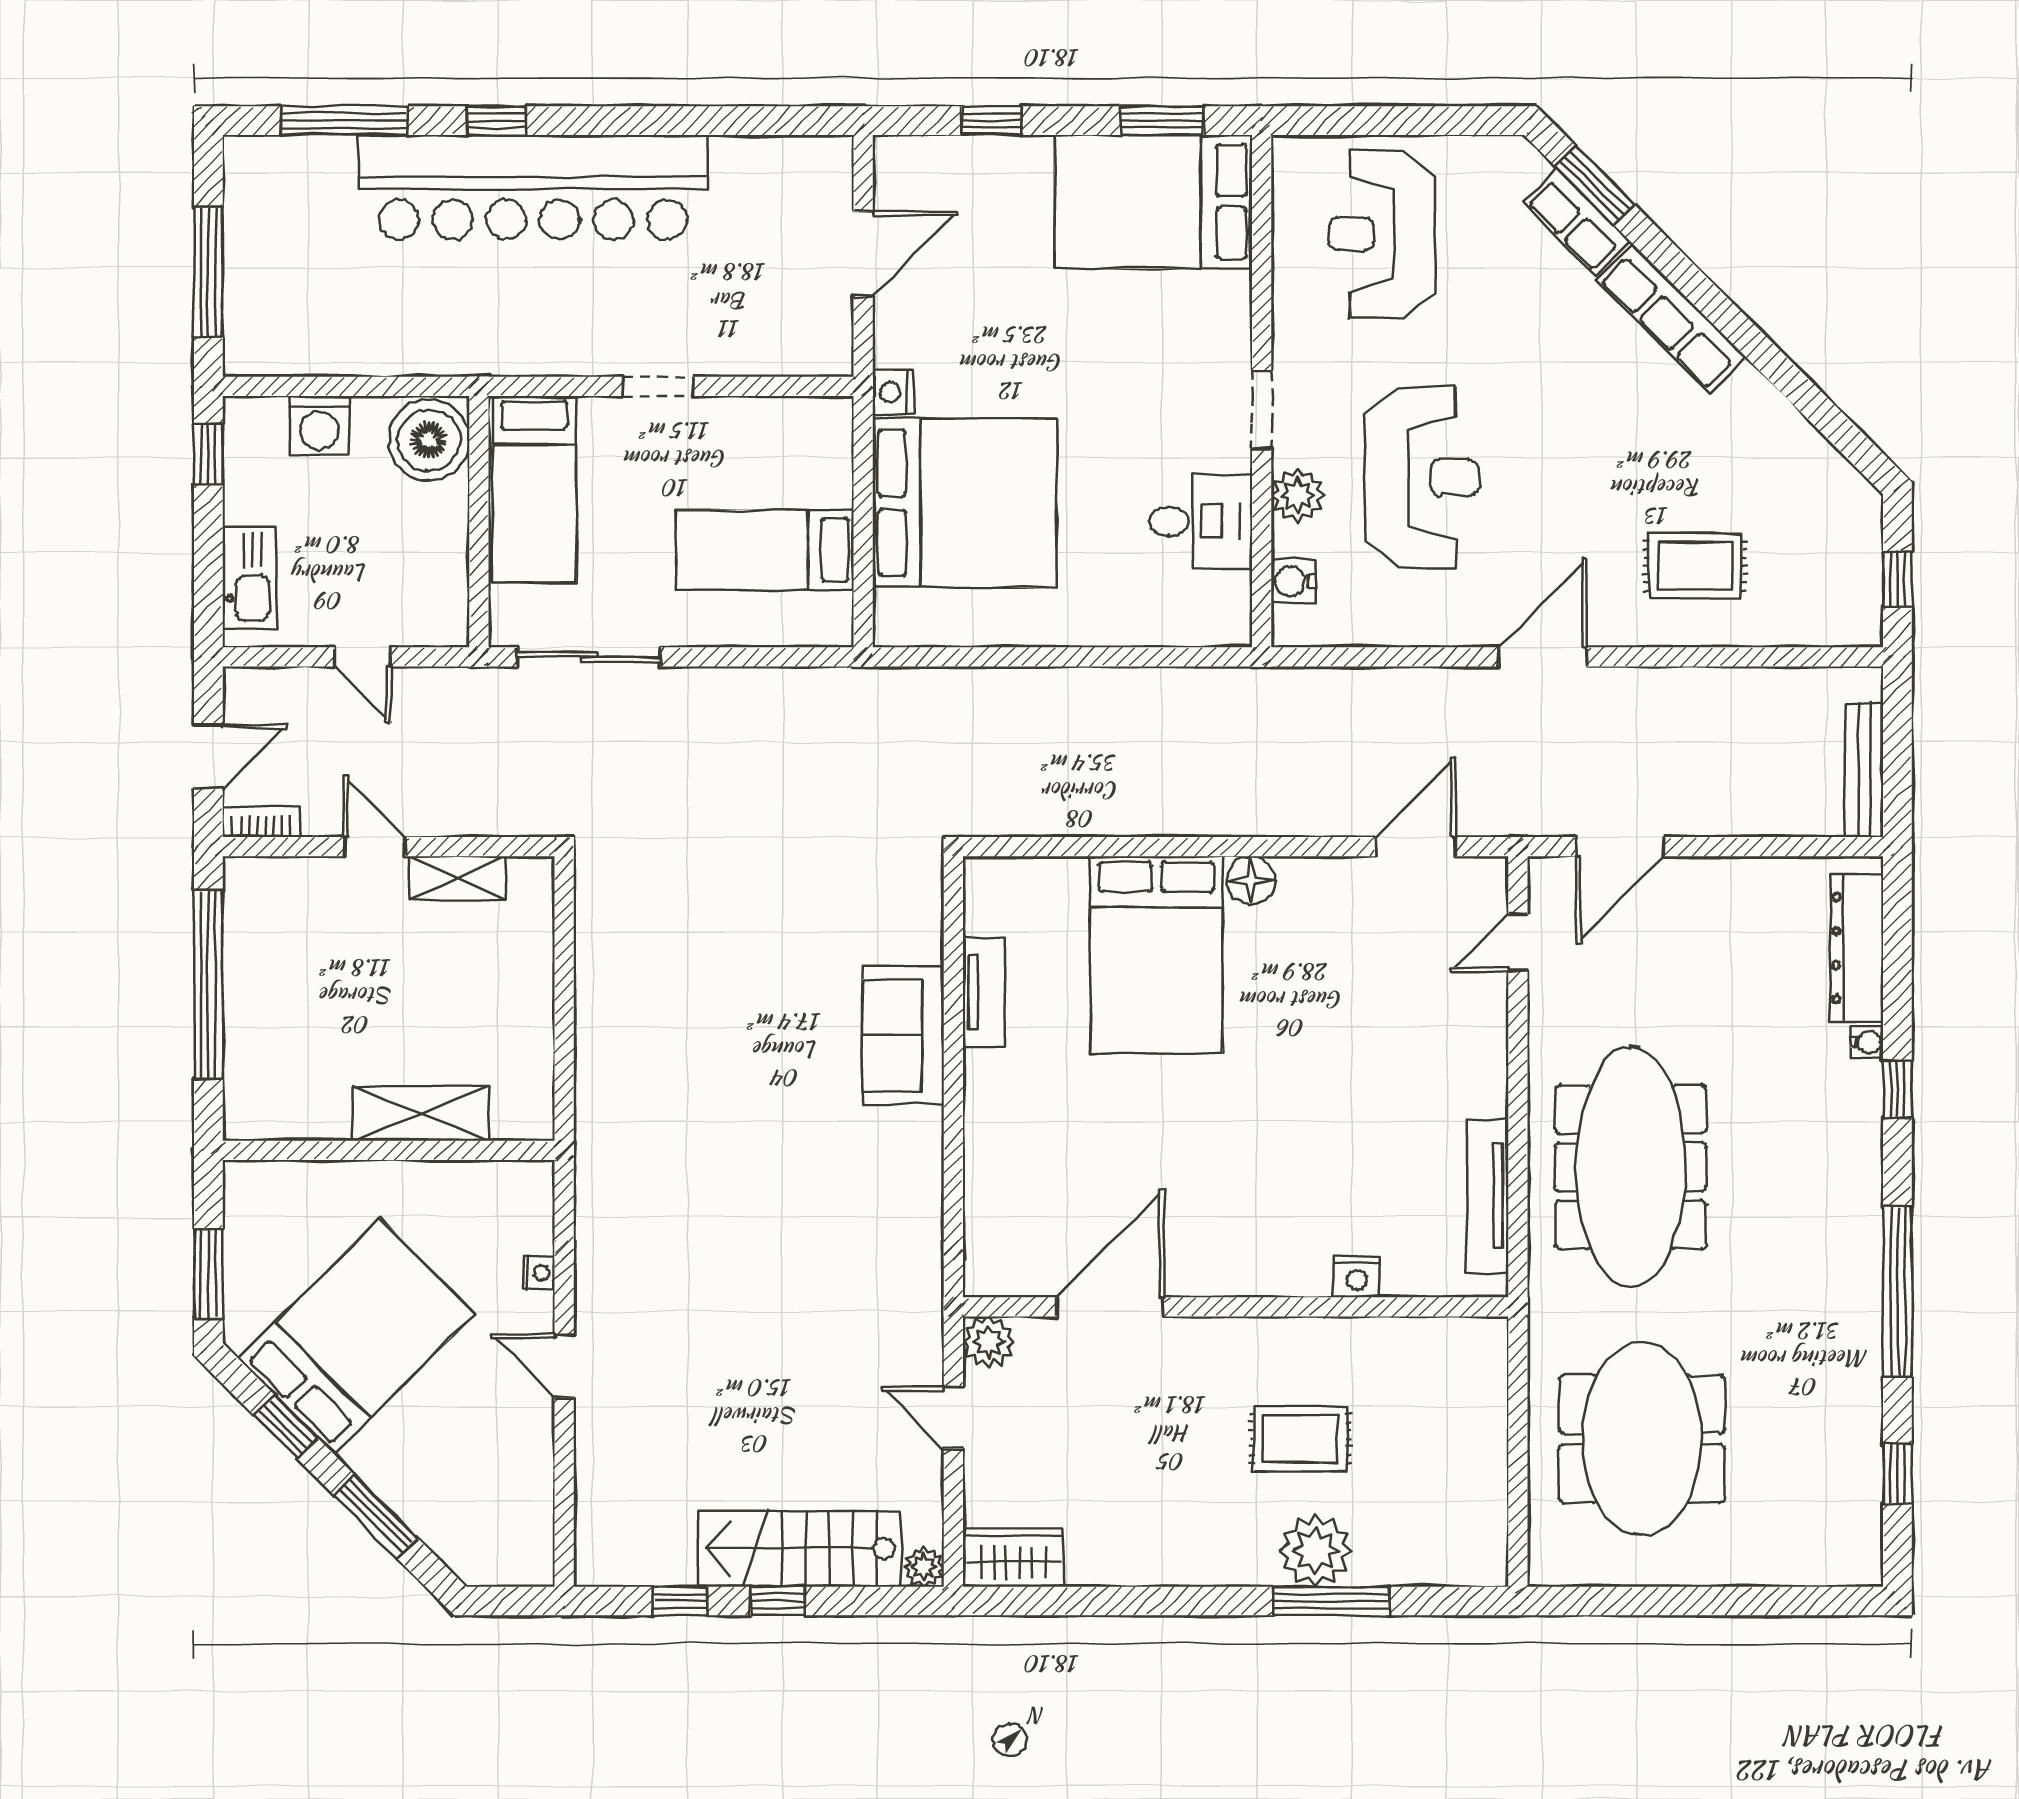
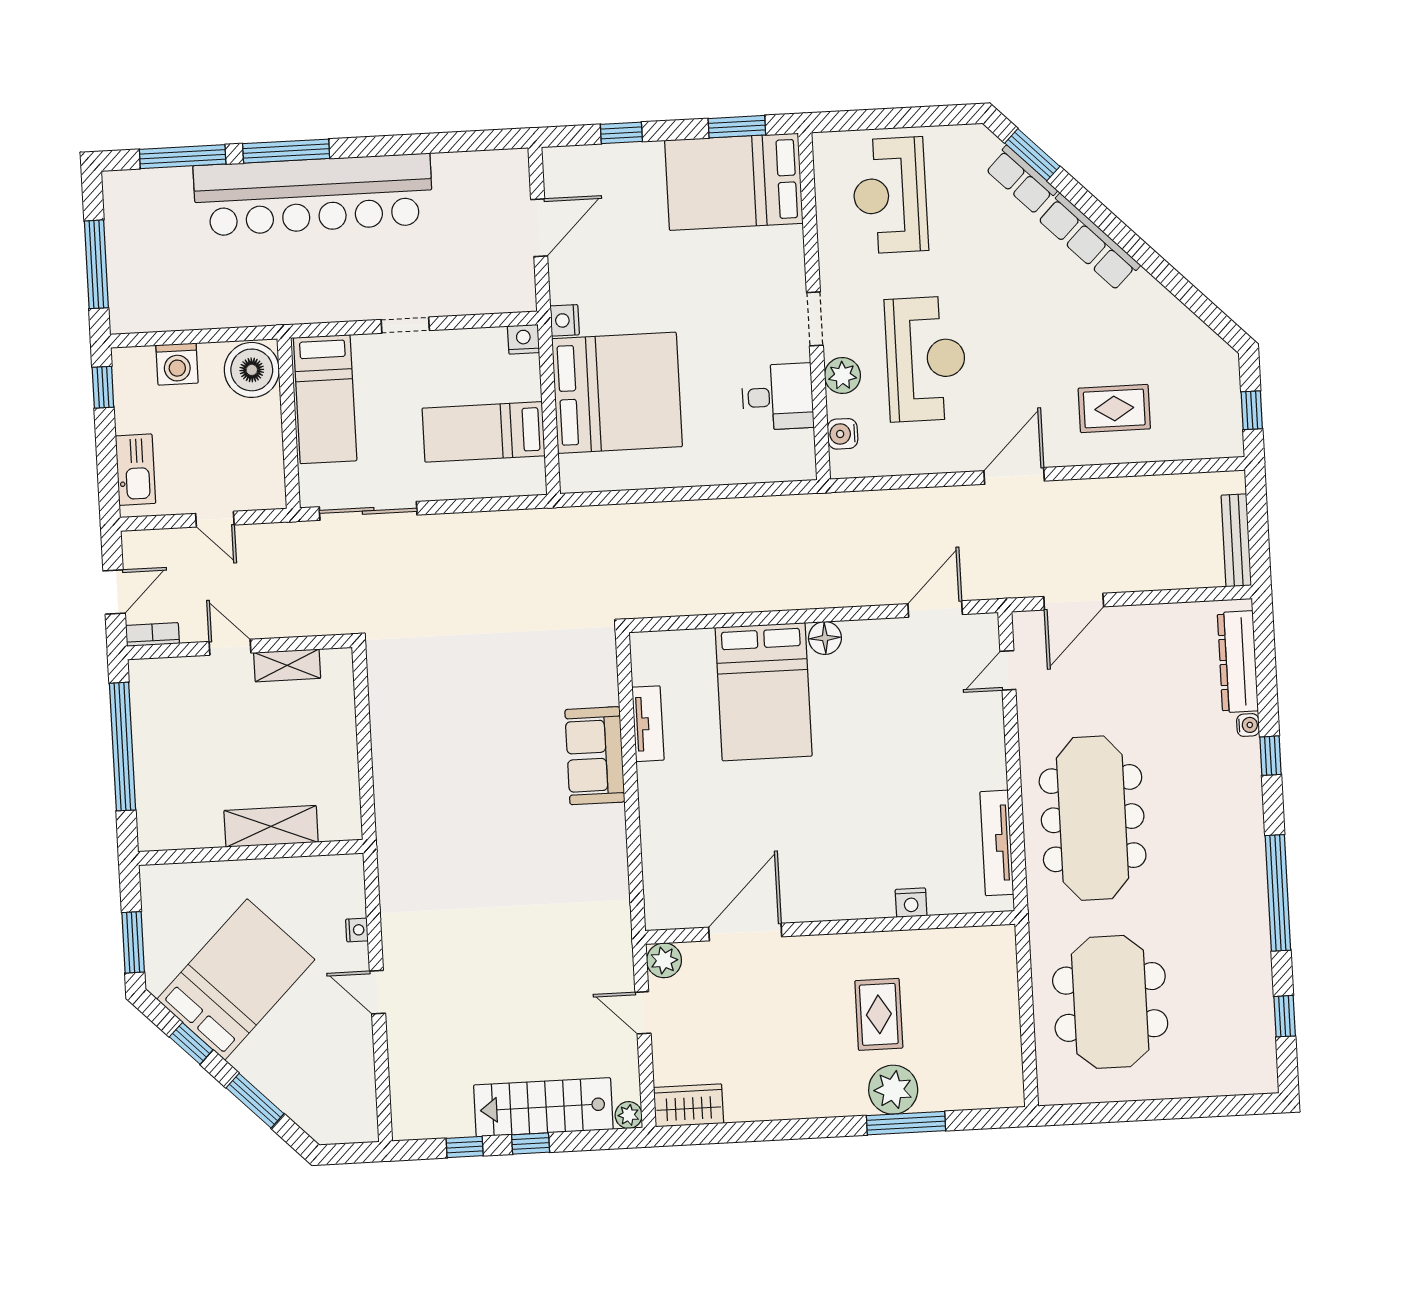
window: (497, 121) -> (286, 151), width x2.17
nightstand: (831, 417) -> (523, 339), added
rug: (1300, 1439) -> (879, 1014), turned 90

